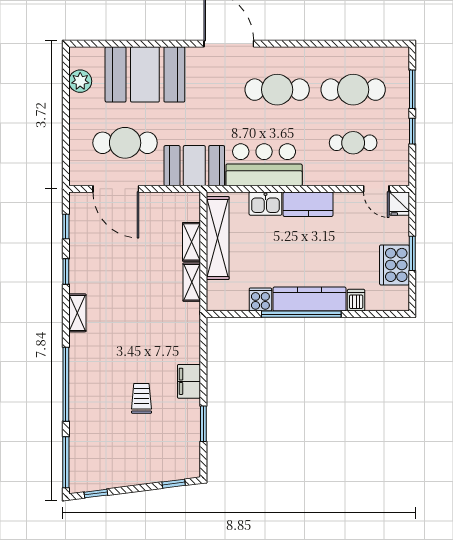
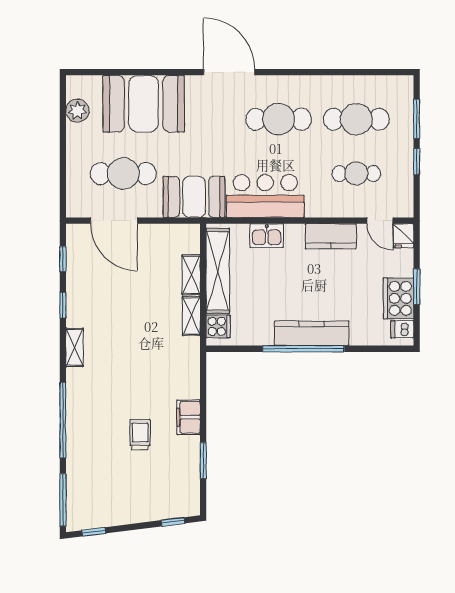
kitchen counter: (308, 204) -> (331, 236), moved
cooker: (260, 300) -> (218, 326), moved, turned 90
dishwasher: (356, 300) -> (402, 329), moved, turned -90

